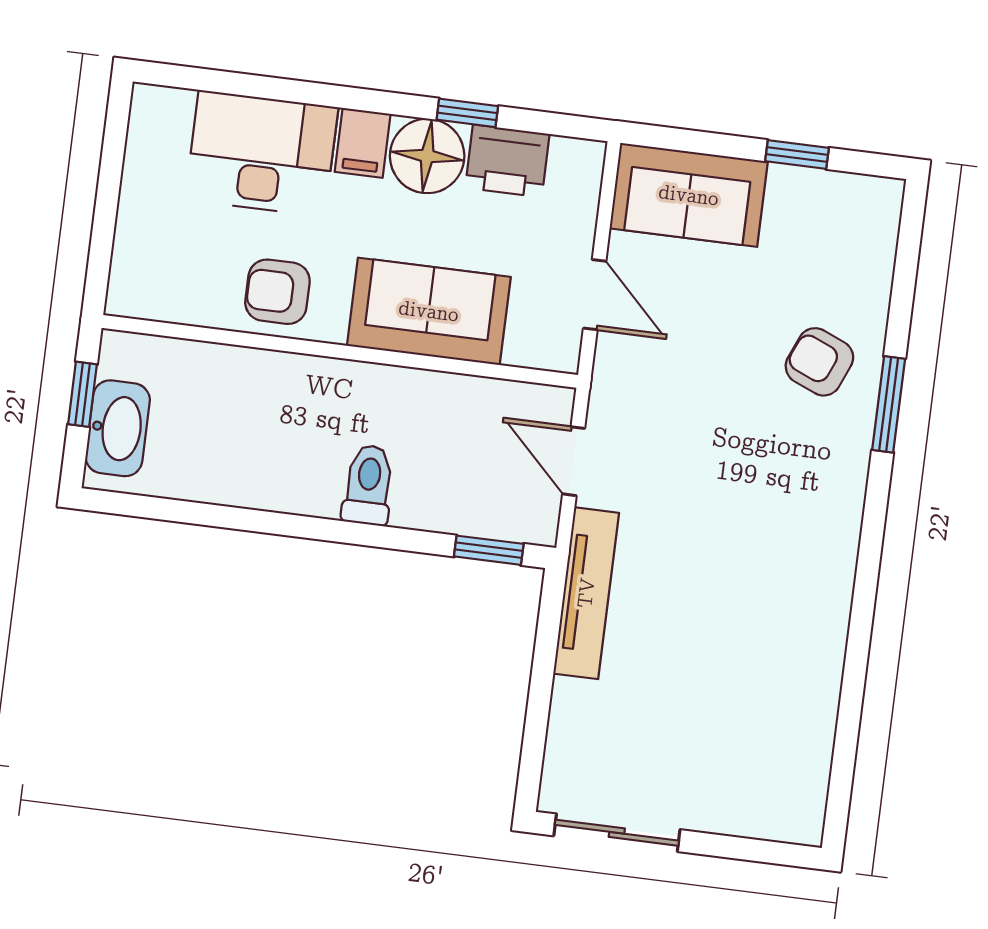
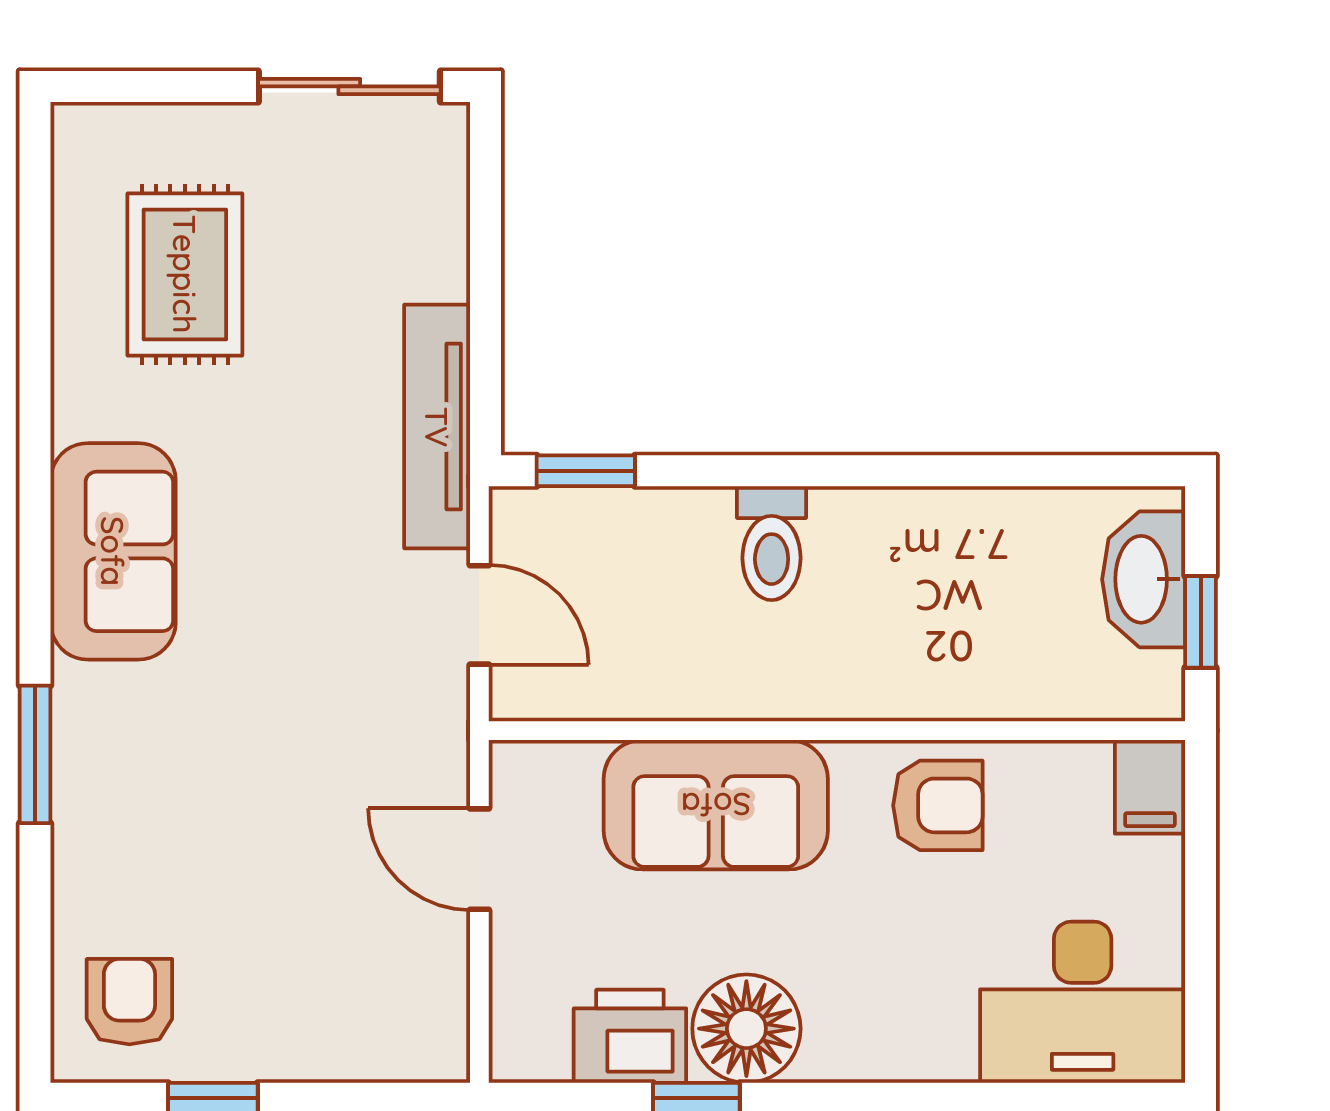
filing cabinet: (363, 143) -> (1150, 787), moved, turned 180
desk: (262, 153) -> (1083, 1002), moved
sofa: (689, 195) -> (113, 551), moved, turned 90
armchair: (819, 362) -> (129, 1002), moved, turned -113
rug: (745, 719) -> (185, 274), added

